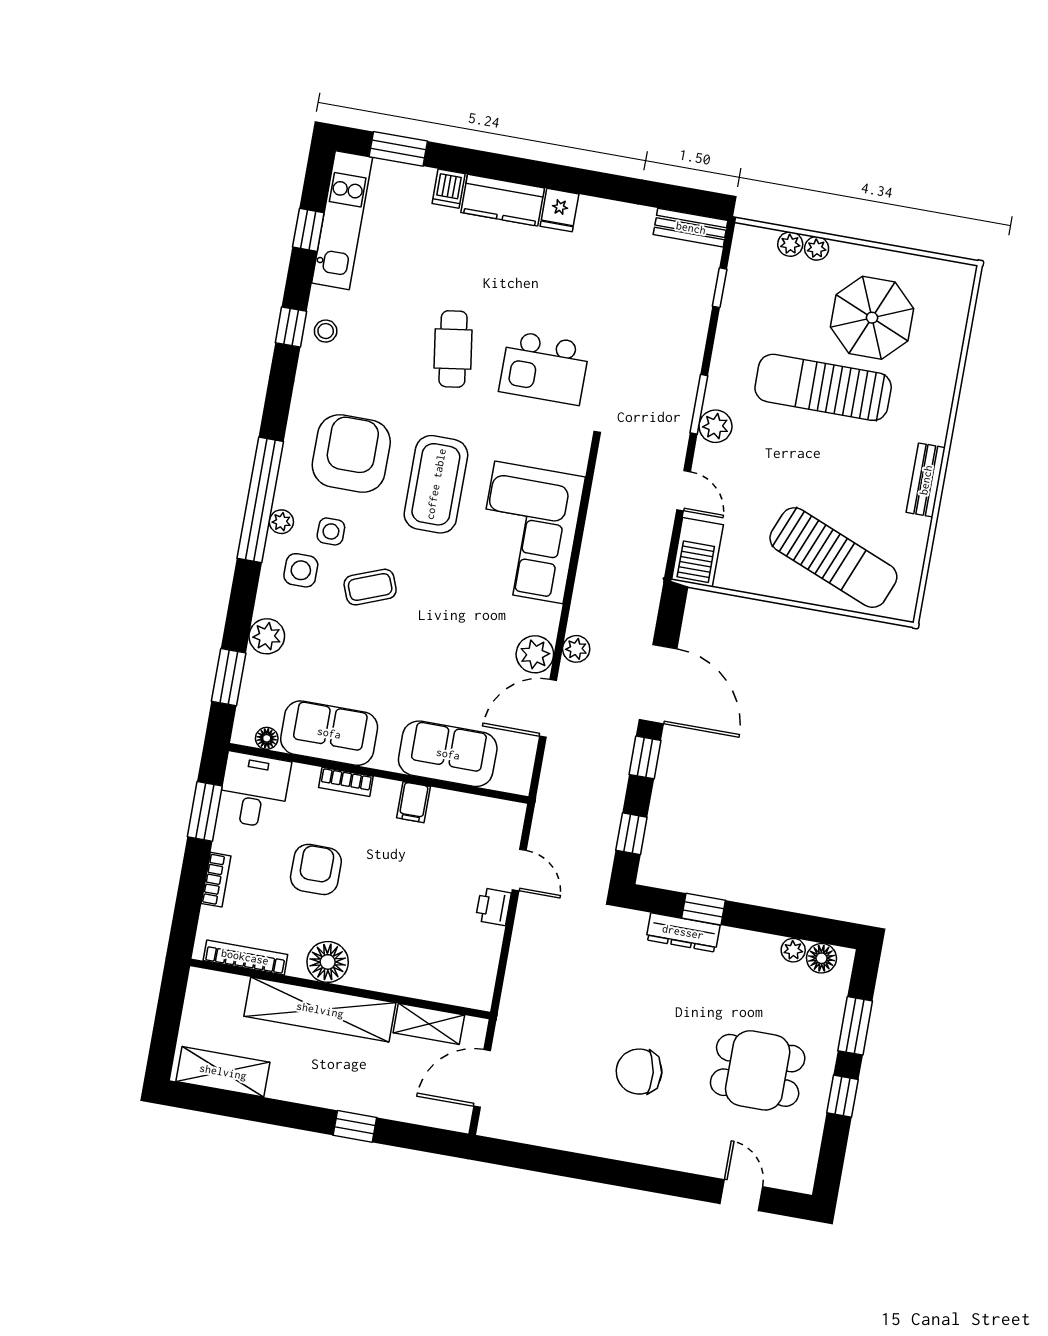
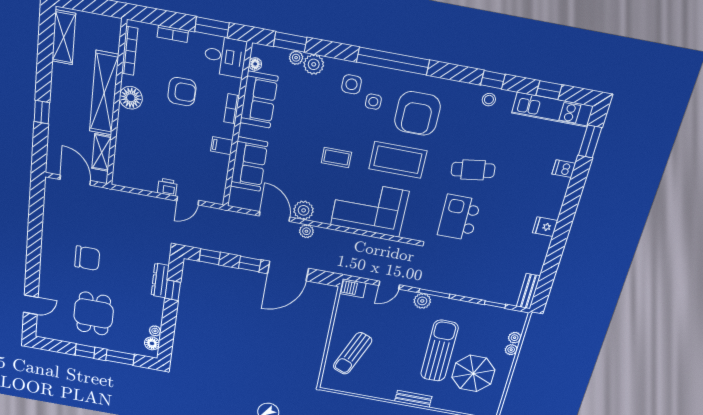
kitchen counter: (503, 200) -> (554, 197), removed
armchair: (351, 453) -> (417, 113), turned 90
bench: (926, 480) -> (413, 399), moved
plant: (281, 522) -> (296, 58), moved
barbecue: (697, 552) -> (353, 288), width x0.73, depth x0.79
sun lounger: (833, 558) -> (353, 353), width x0.73, depth x0.75
coffee table: (370, 587) -> (336, 157), moved, turned -69
chair: (639, 1072) -> (87, 258), turned 97

